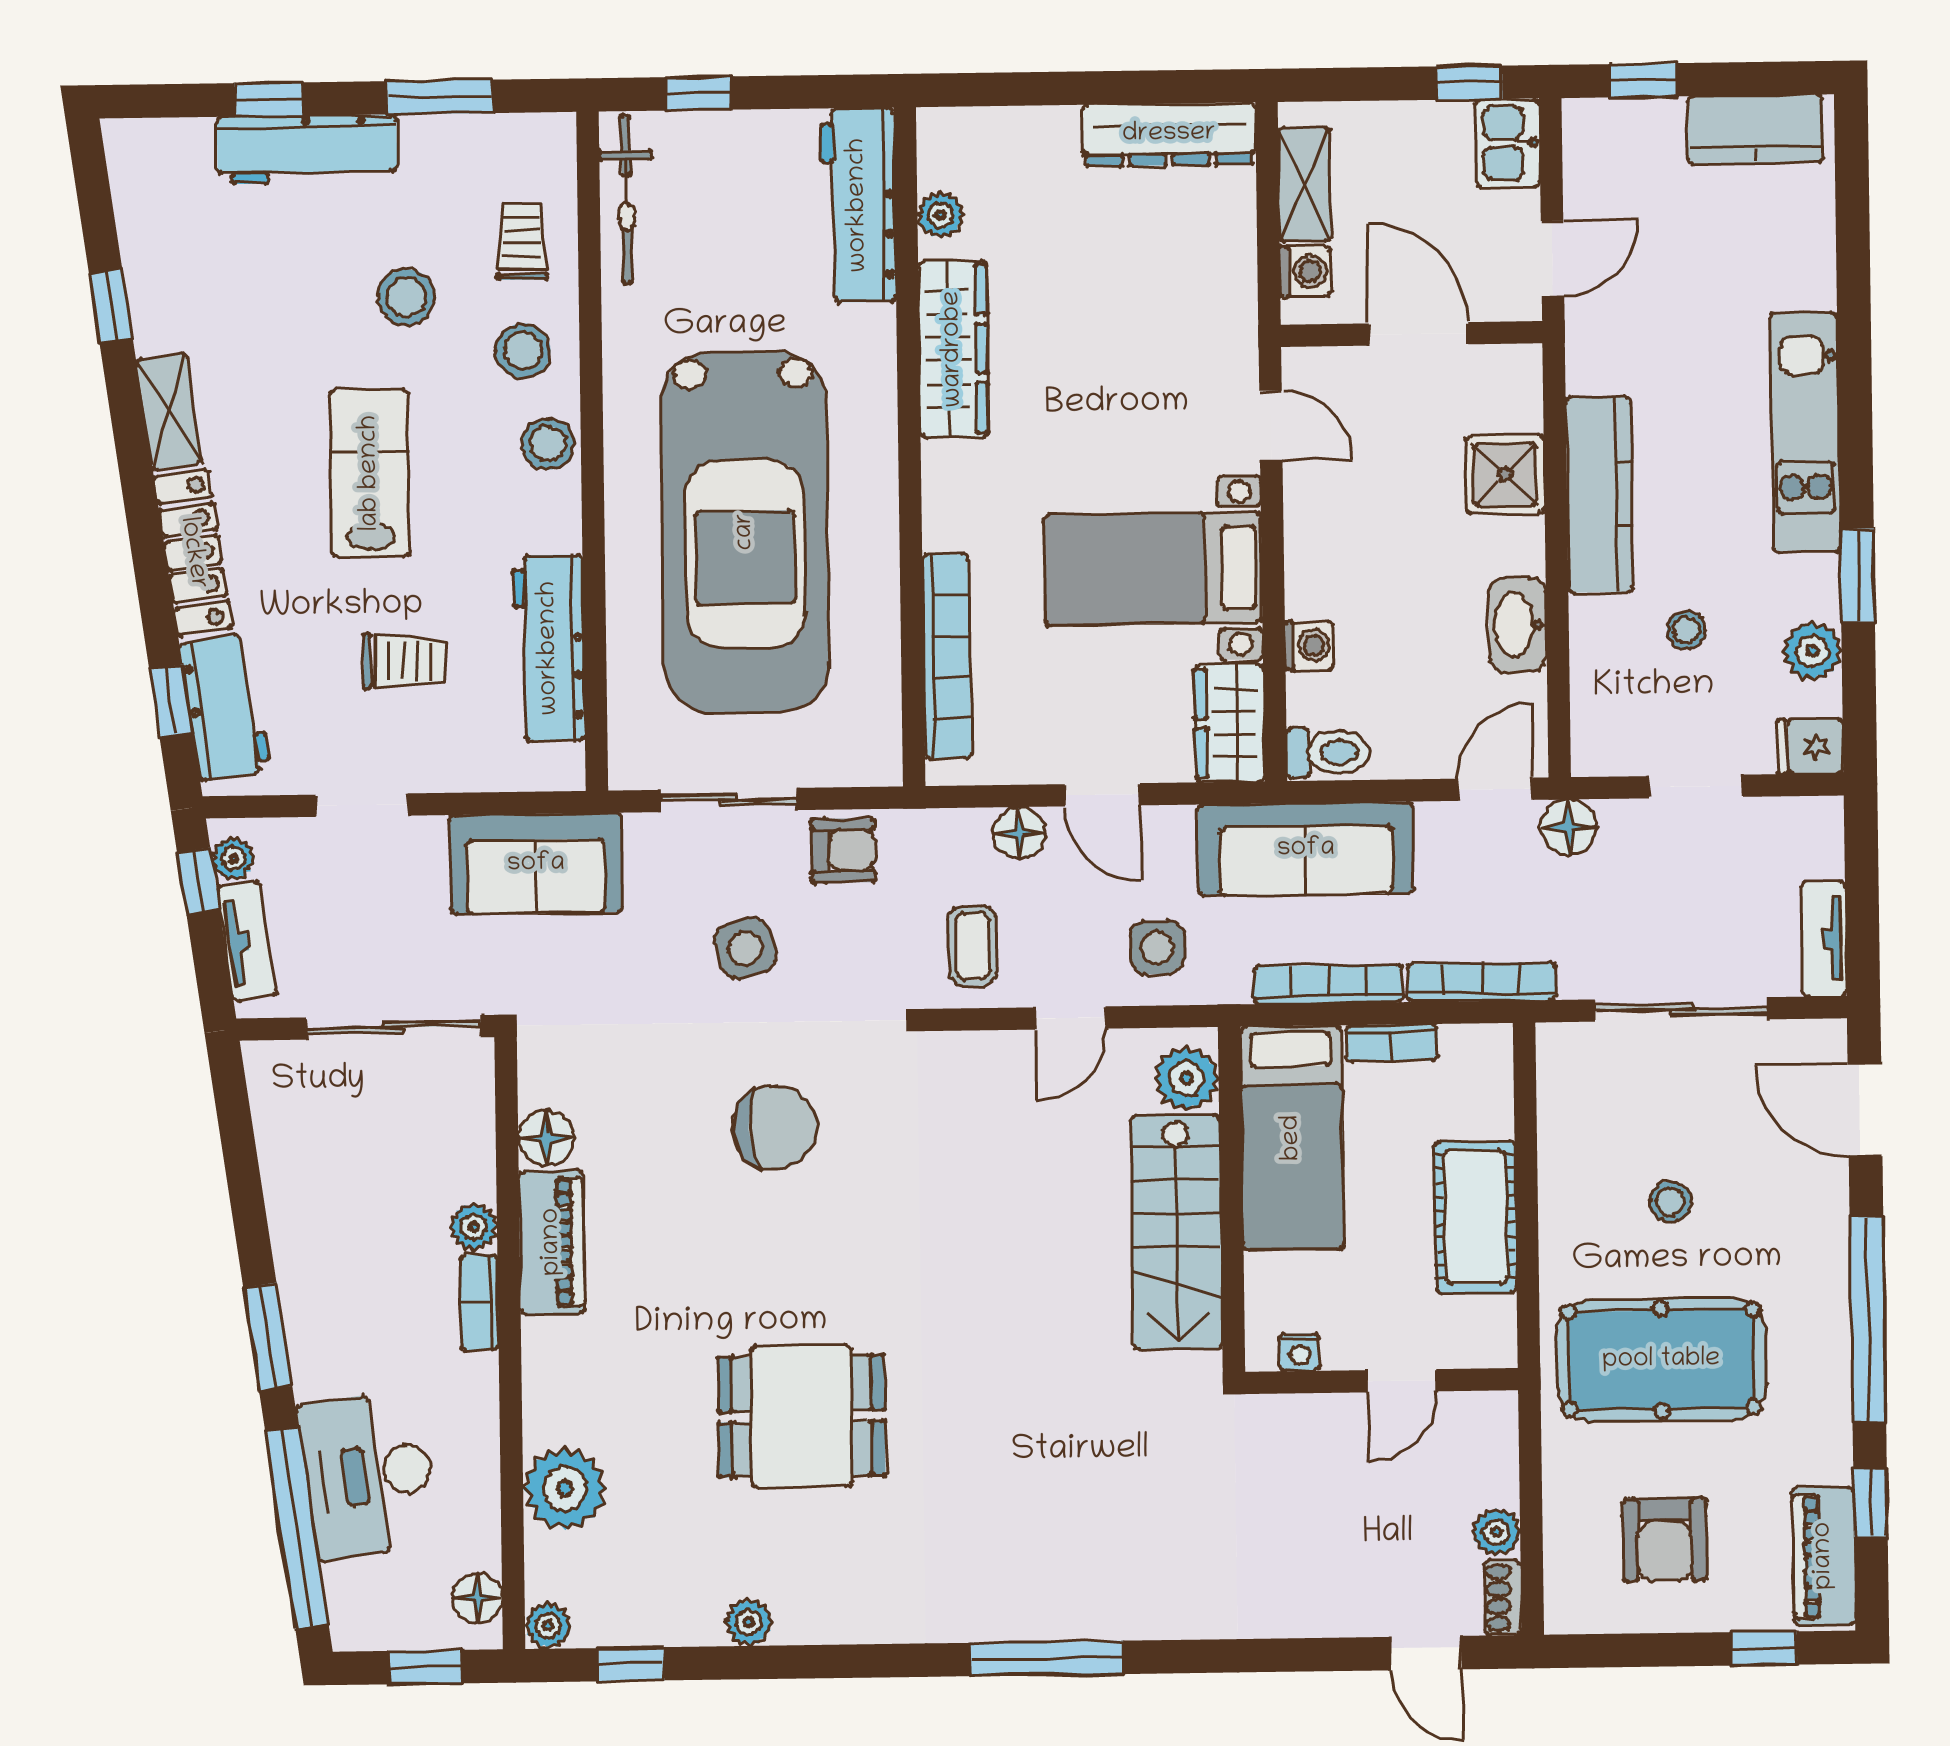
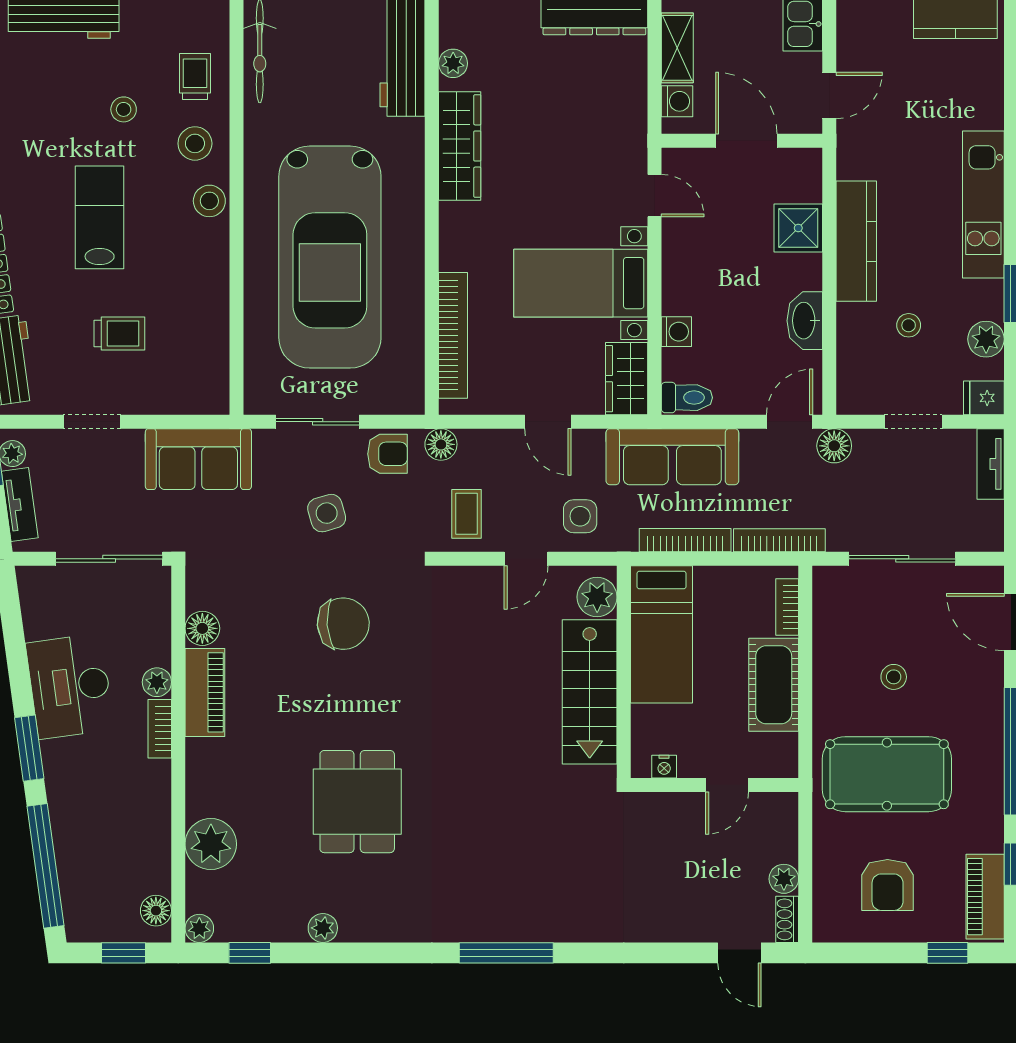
stool: (406, 297) -> (124, 109), width x0.73, depth x0.73
workbench: (549, 648) -> (208, 327), removed
floor lamp: (1019, 833) -> (441, 444), moved
tv unit: (1824, 939) -> (991, 464), moved
bookcase: (1392, 1043) -> (787, 607), moved, turned 90
dining table: (802, 1416) -> (357, 802), turned 90
desk: (369, 1475) -> (70, 686), moved

